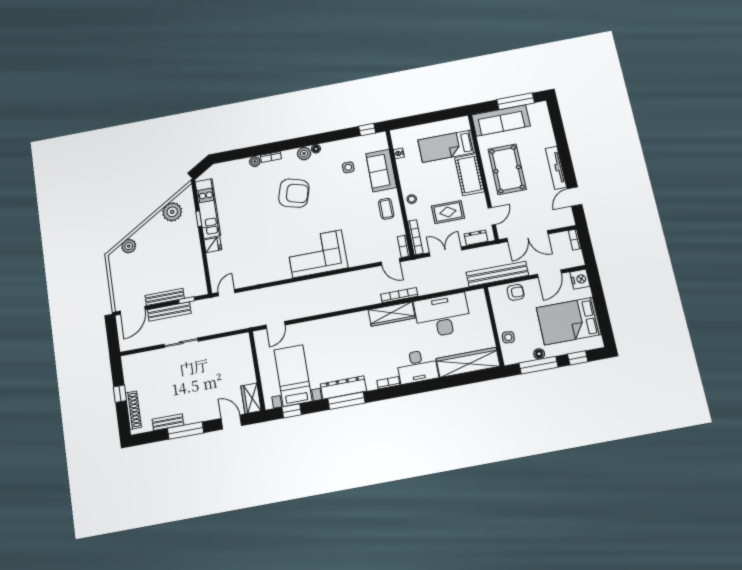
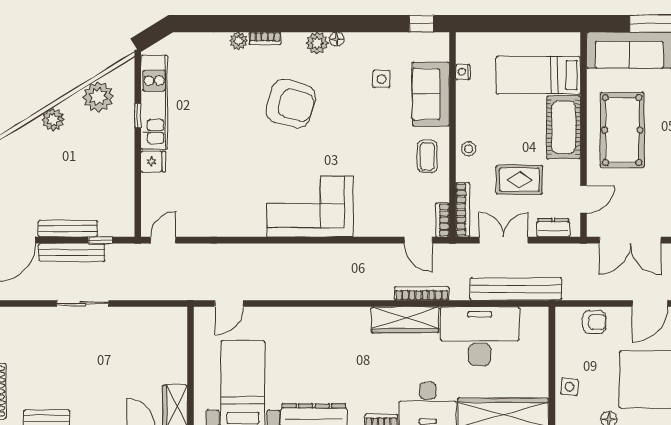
plant: (129, 246) -> (53, 120), moved
bench: (497, 274) -> (516, 289), moved

